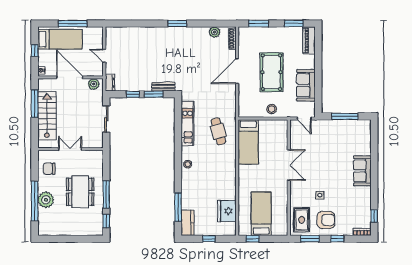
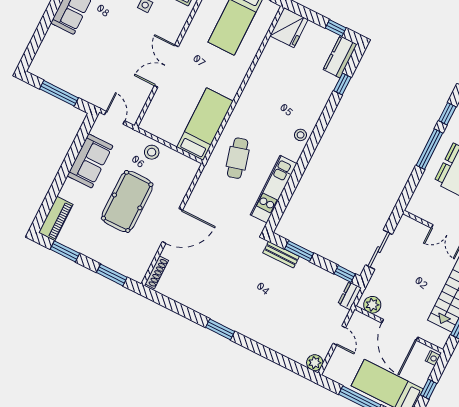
plant: (214, 32) -> (315, 363), moved
window: (133, 94) -> (345, 274), moved
window: (178, 207) -> (342, 84), width x0.46
fridge: (227, 211) -> (289, 28), moved
window: (209, 239) -> (336, 28), moved

